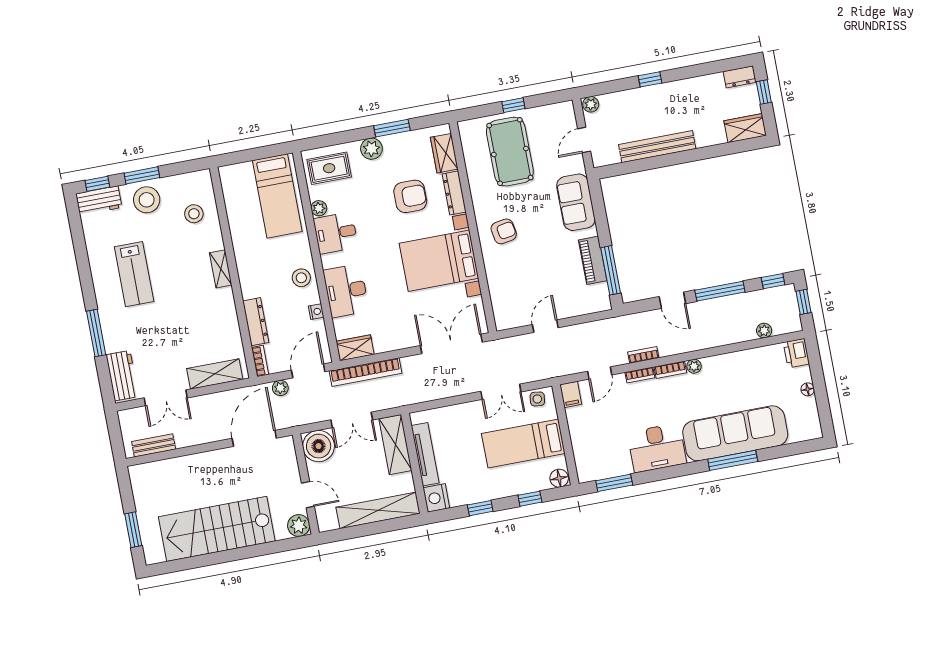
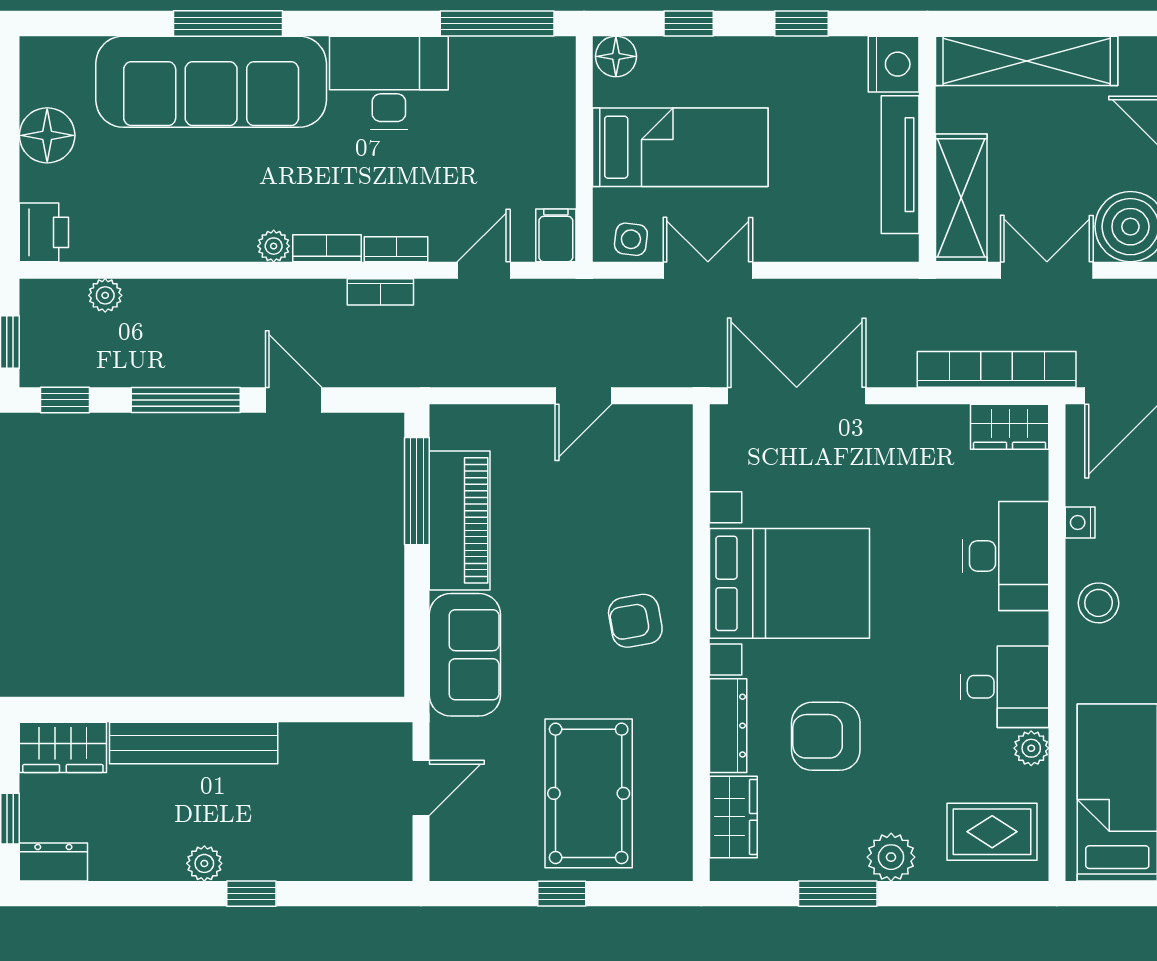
plant: (591, 104) -> (204, 863), moved
bench: (657, 147) -> (194, 743), moved
piano: (593, 260) -> (460, 520), width x1.37, depth x1.33
double door: (451, 344) -> (797, 396), swing flipped
floor lamp: (808, 389) -> (47, 135), width x1.89, depth x1.89
window: (614, 483) -> (497, 23), width x1.44

